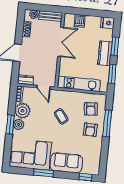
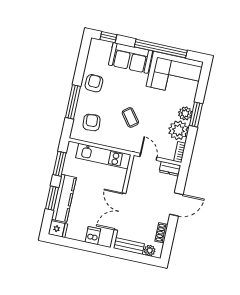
kitchen counter: (105, 53) -> (64, 198), width x1.50
armchair: (90, 130) -> (94, 83), moved
window: (44, 173) -> (161, 49), width x2.11

